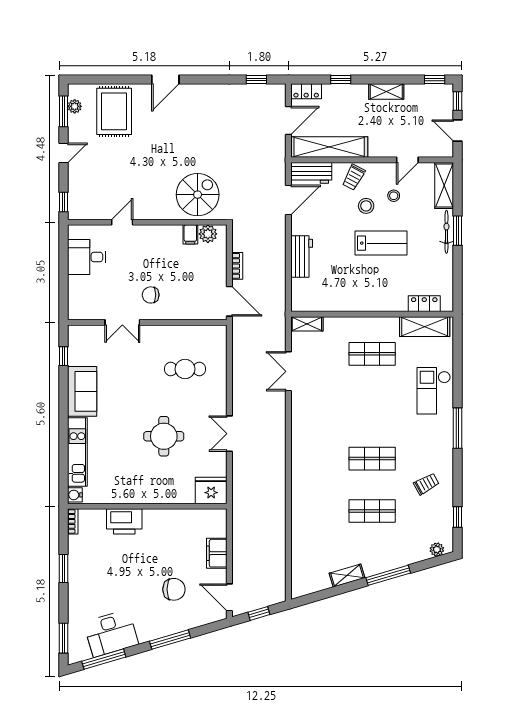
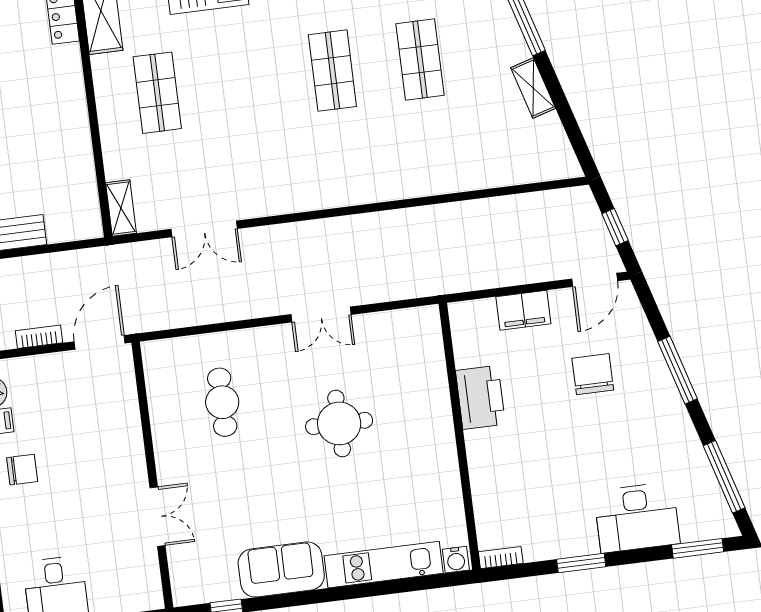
chair: (151, 295) -> (22, 470), moved, turned -90
fridge: (211, 490) -> (420, 333), removed
printer: (124, 521) -> (480, 397), moved
desk: (111, 633) -> (637, 517), moved, turned 106

